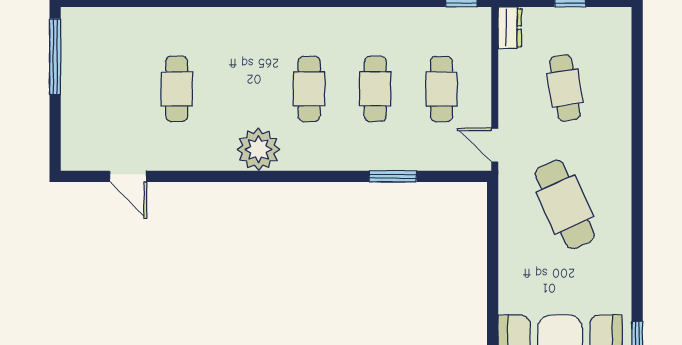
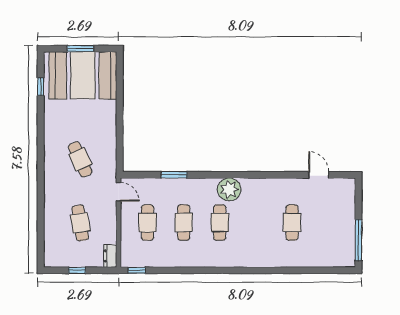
plant: (258, 149) -> (229, 189), moved
cafe table: (565, 204) -> (80, 159), width x0.73, depth x0.74

